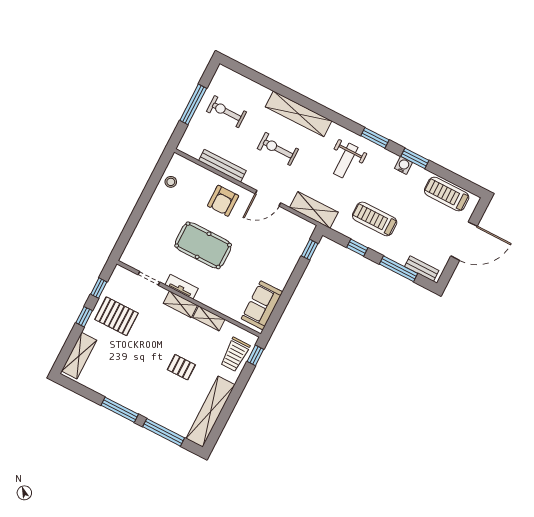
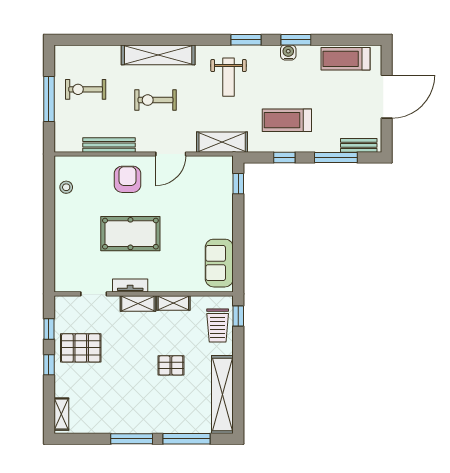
armchair: (223, 201) -> (128, 179), turned 180
shelving: (79, 356) -> (61, 414), width x0.67, depth x0.75

